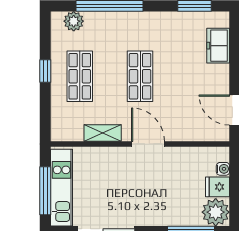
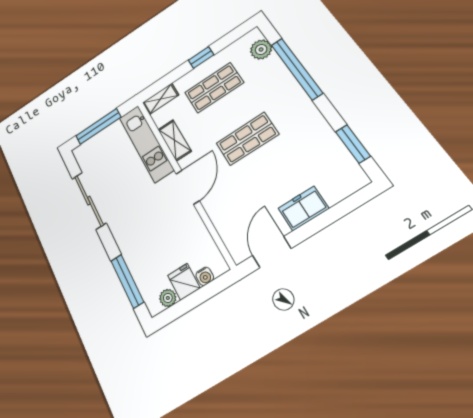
freezer: (218, 46) -> (303, 208), moved
shelving: (58, 124) -> (161, 99), added
kitchen unit: (62, 188) -> (146, 143), moved, turned 90
plant: (216, 212) -> (168, 298), width x0.53, depth x0.53

